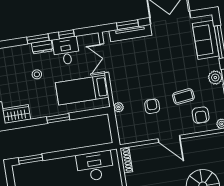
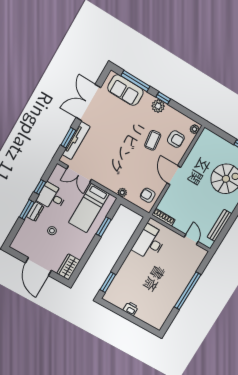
armchair: (152, 106) -> (148, 195), moved
window: (58, 118) -> (104, 227), moved
door: (169, 139) -> (174, 175), swing flipped

